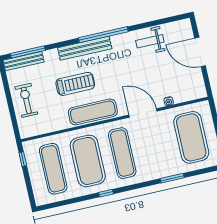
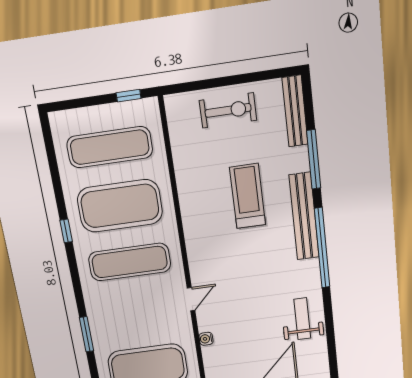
window: (28, 52) -> (314, 159), moved
treadmill: (75, 84) -> (248, 196), turned 180
exercise mat: (93, 112) -> (199, 221), removed
door: (143, 113) -> (191, 299), width x0.53

